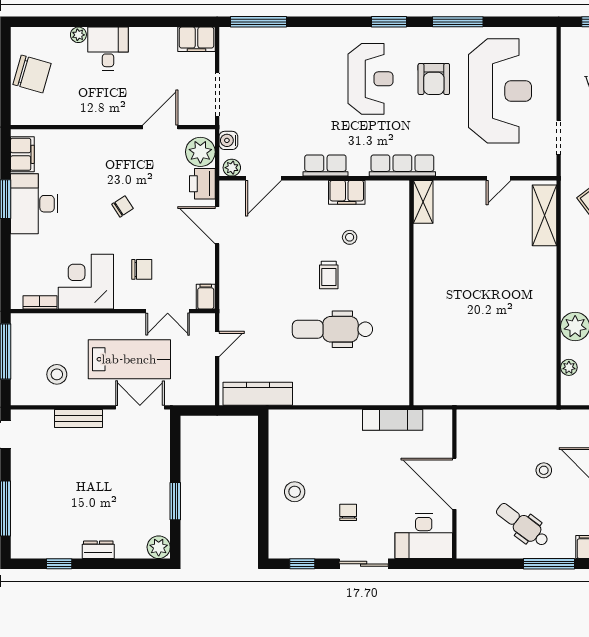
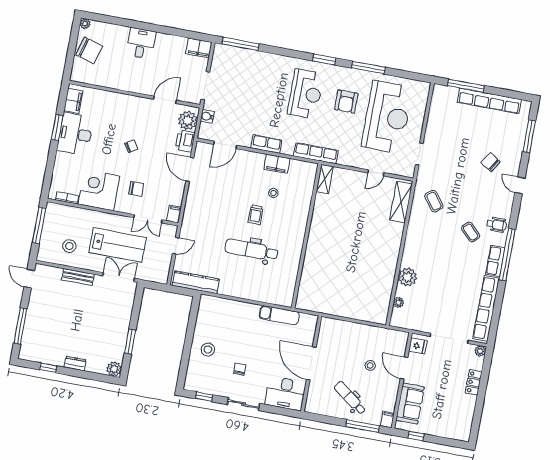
plant: (78, 35) -> (85, 24), moved
plant: (232, 168) -> (206, 134), removed

